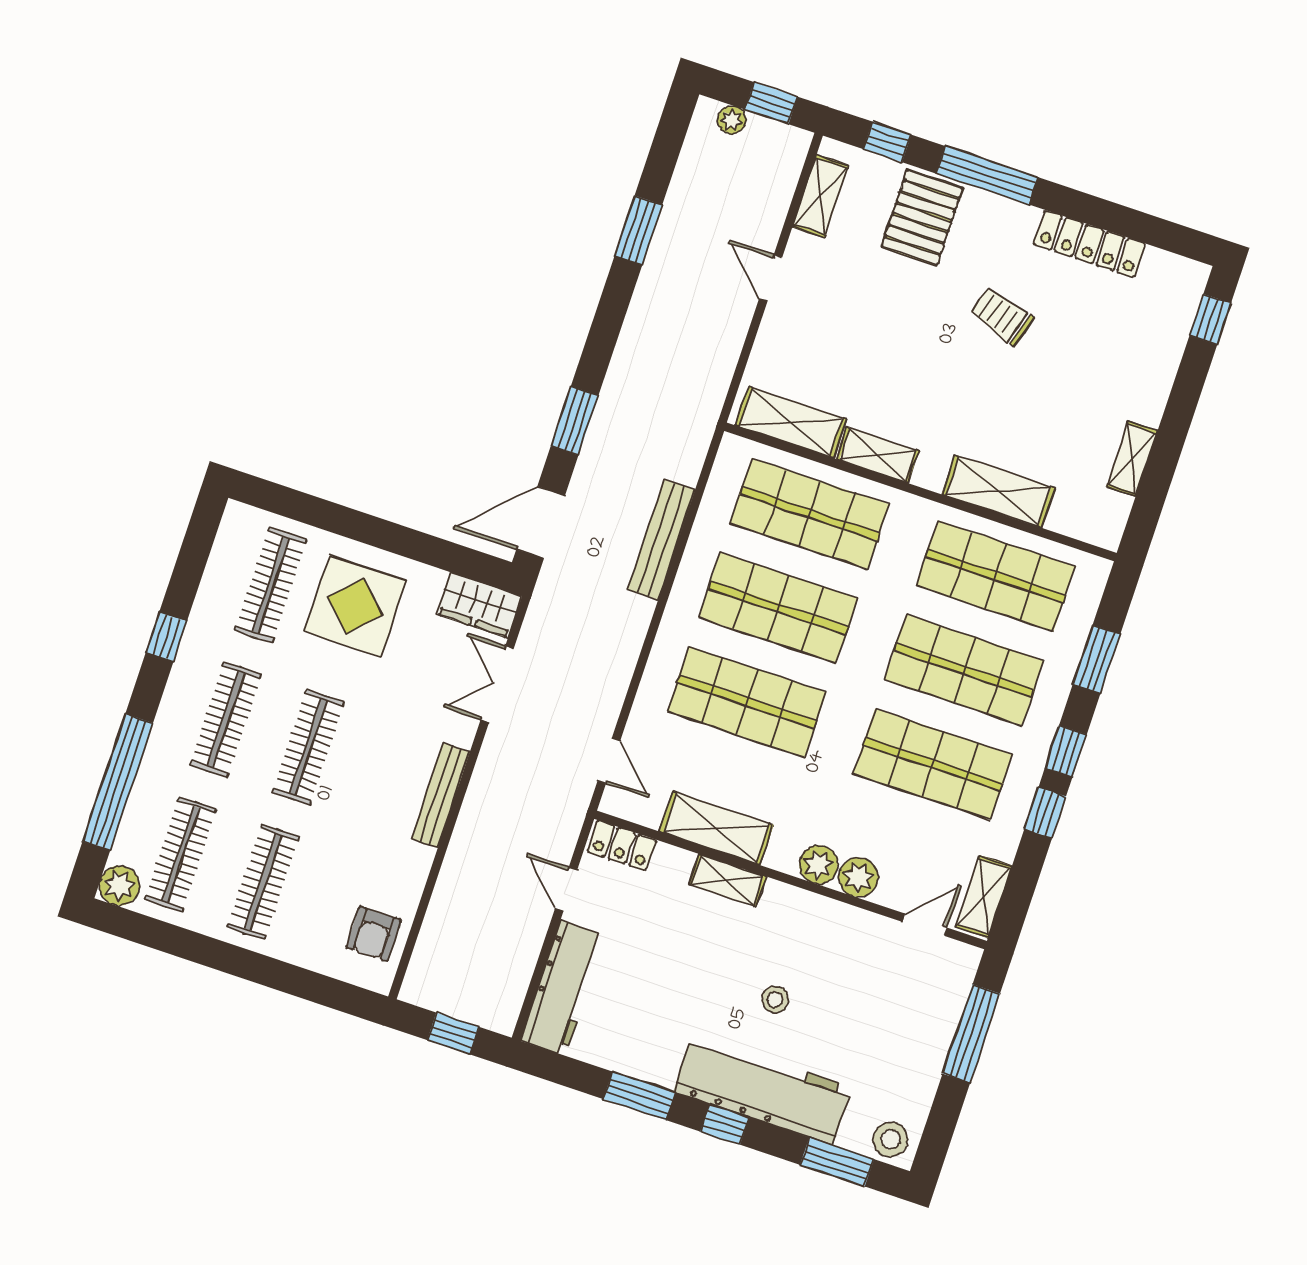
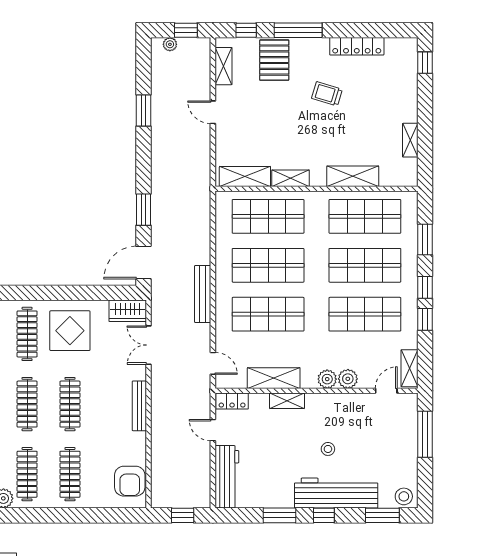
bench: (661, 540) -> (203, 294), moved
armchair: (374, 934) -> (130, 481), width x1.38, depth x1.38

